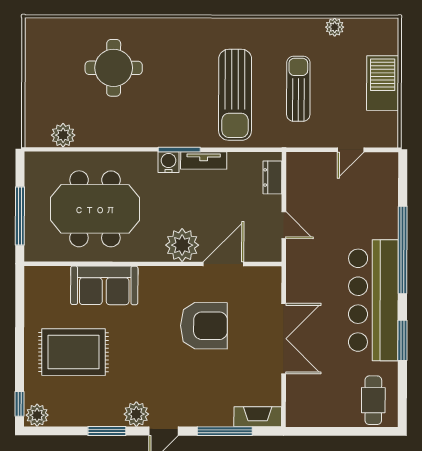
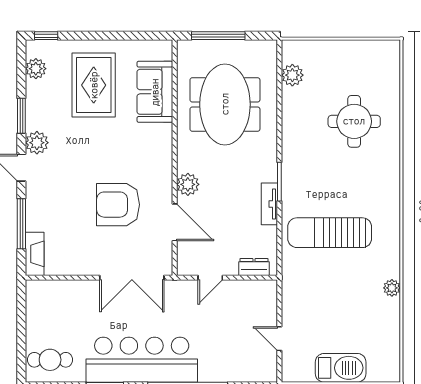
plant: (335, 27) -> (392, 288), moved
sun lounger: (298, 89) -> (335, 291), removed
water cooler: (169, 162) -> (268, 172), removed
plant: (182, 245) -> (188, 184), width x0.73, depth x0.73
sofa: (104, 285) -> (155, 92), moved
armchair: (204, 326) -> (118, 205), turned 90
double door: (284, 339) -> (132, 278), moved
plant: (37, 415) -> (36, 69), moved

